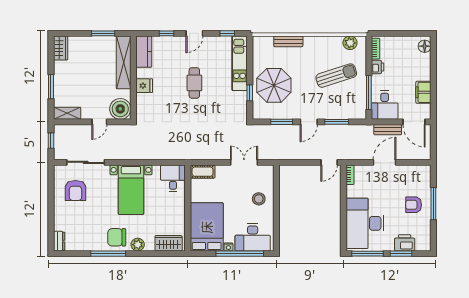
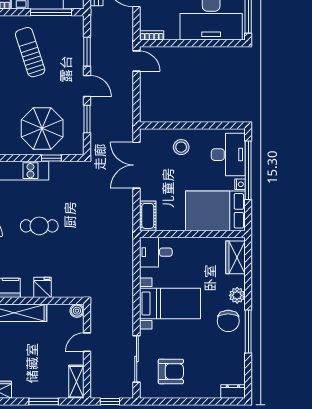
boiler: (120, 109) -> (77, 311), width x0.54, depth x0.54
door: (99, 122) -> (87, 342), swing flipped
double door: (244, 162) -> (137, 165), width x1.37

